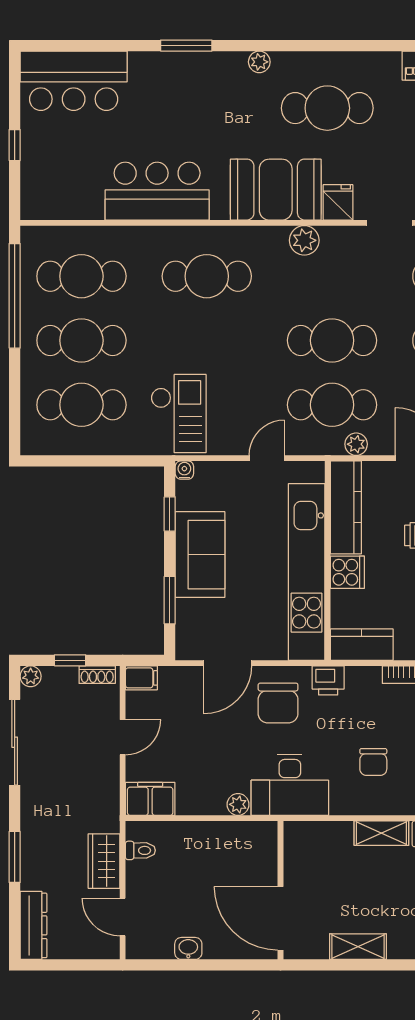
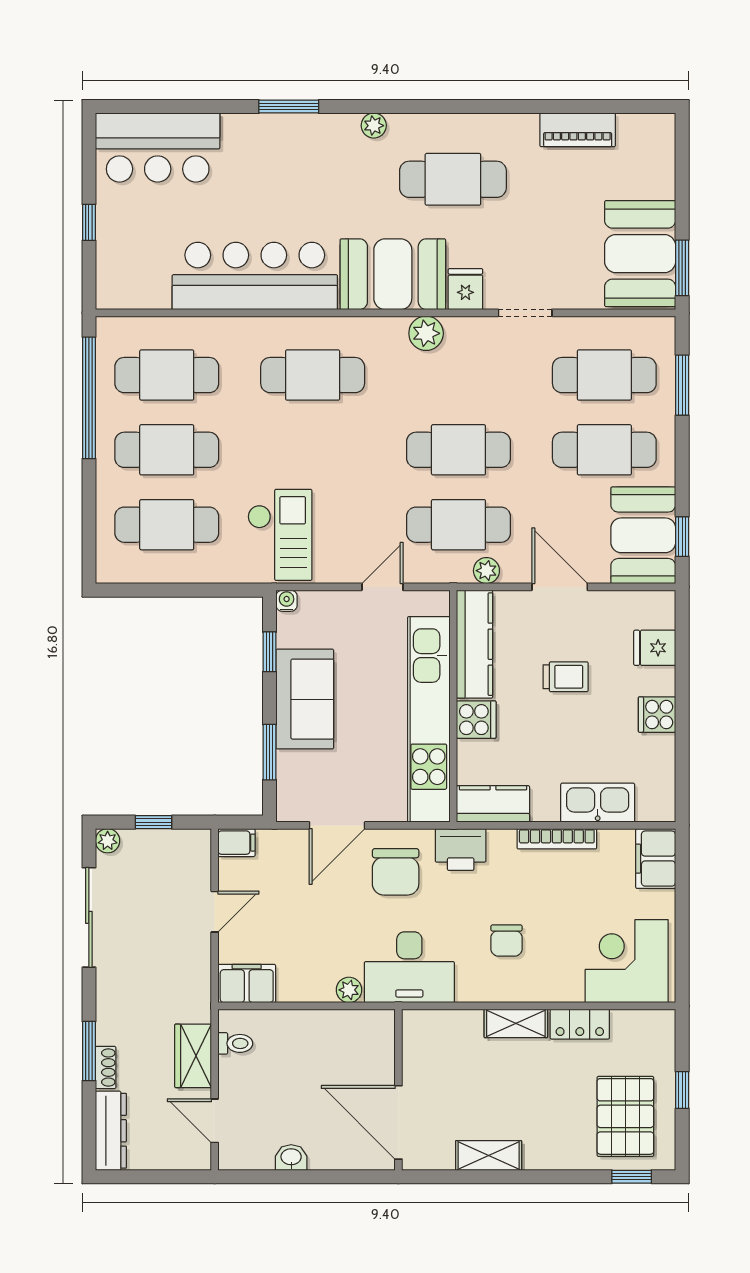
bar counter: (157, 191) -> (255, 276), width x1.36
shoe rack: (97, 675) -> (106, 1068), moved, turned -90
printer: (328, 680) -> (461, 850), width x1.36, depth x1.24

